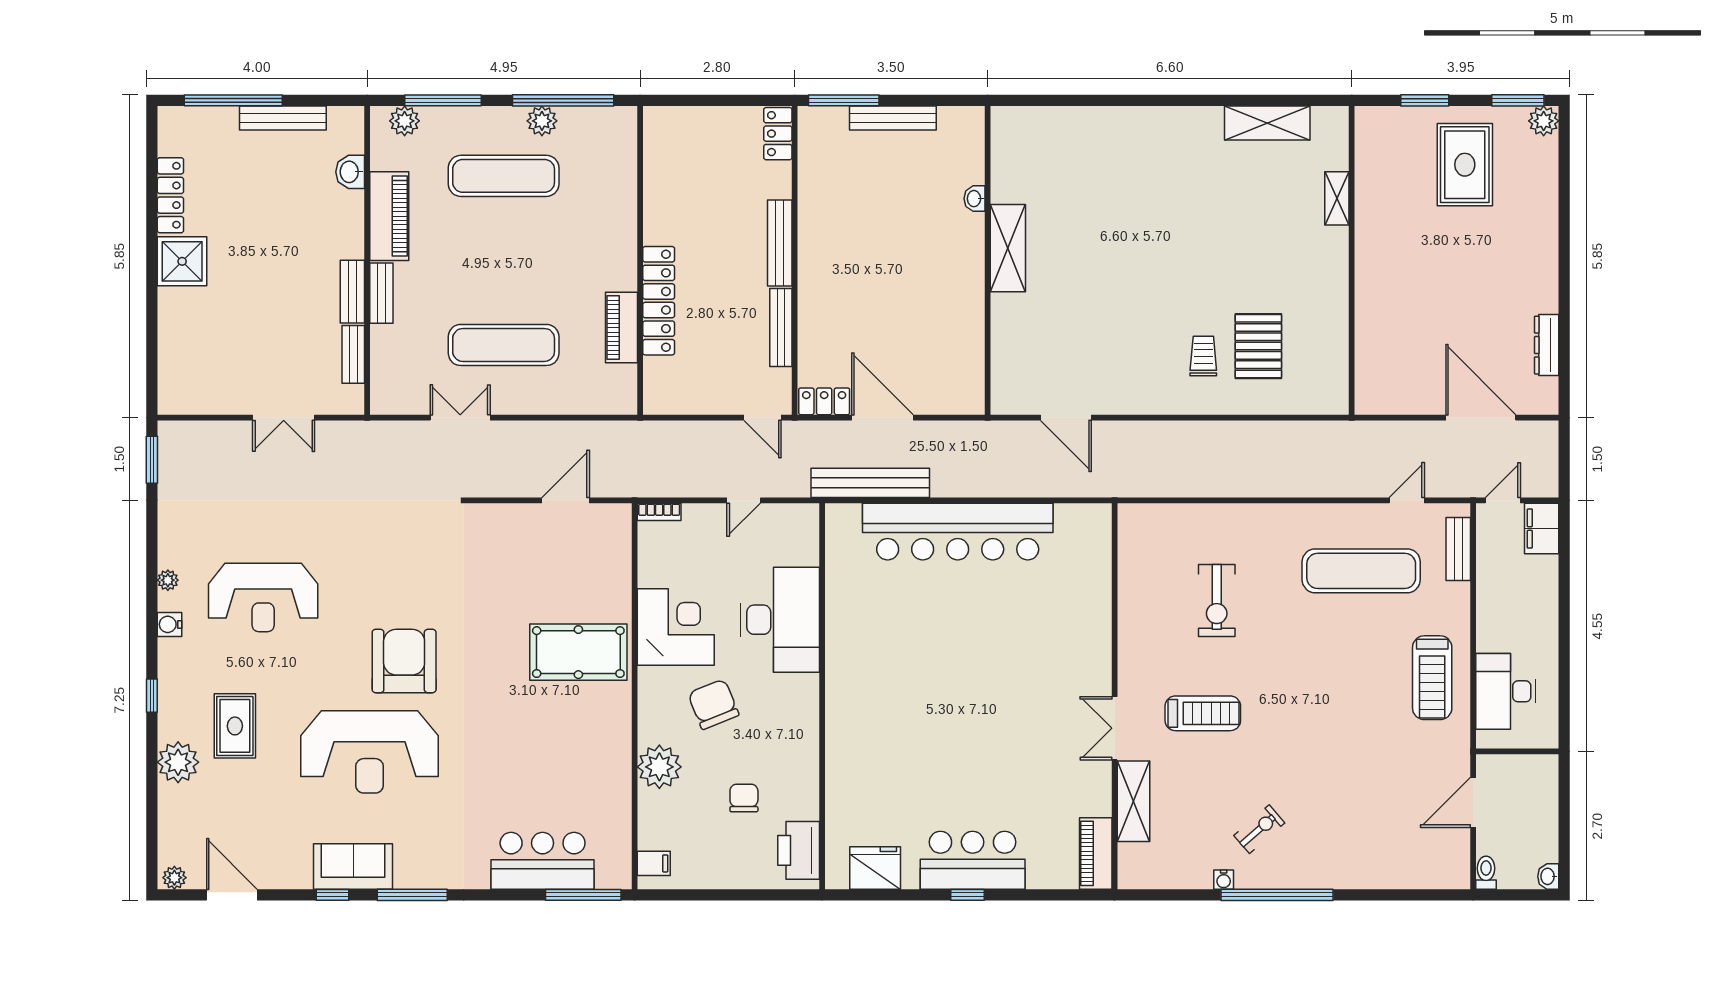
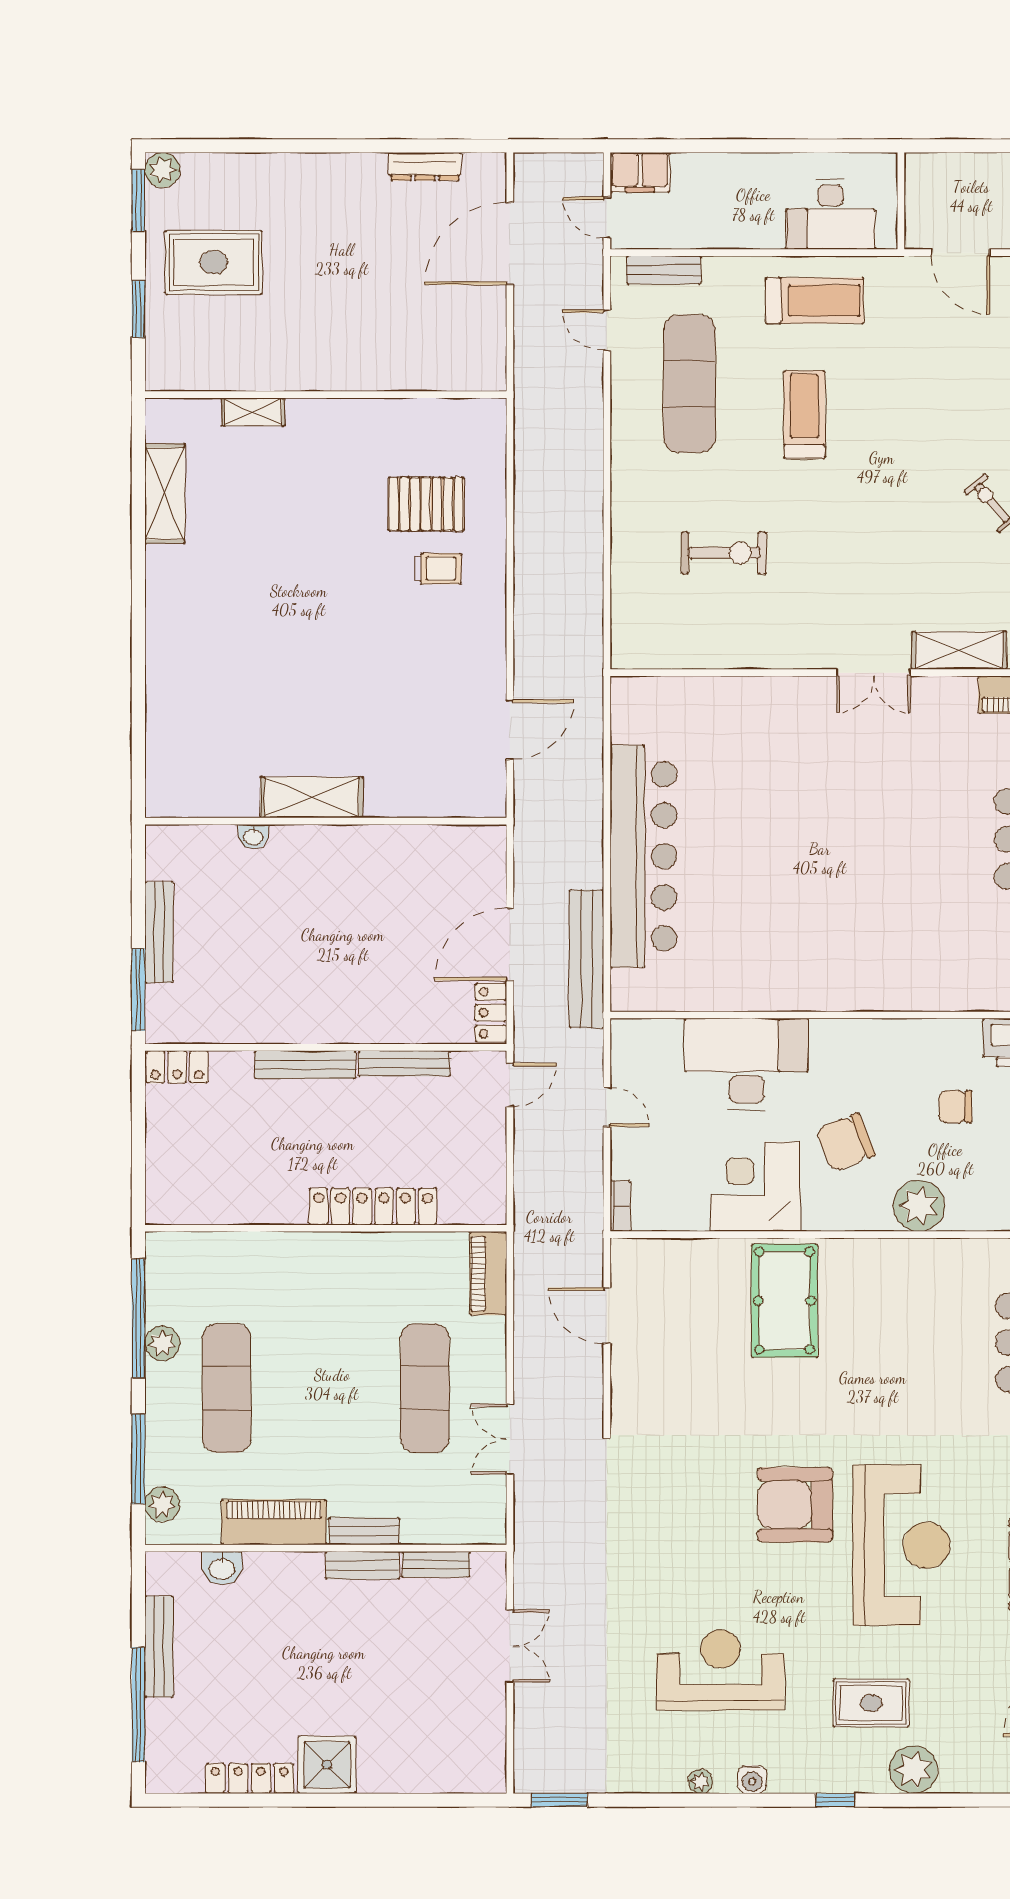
piano: (622, 328) -> (488, 1274), moved, turned 90
trolley: (1203, 356) -> (438, 569), turned 180
reception desk: (263, 597) -> (720, 1670), turned -90
treadmill: (1203, 713) -> (804, 415), moved

